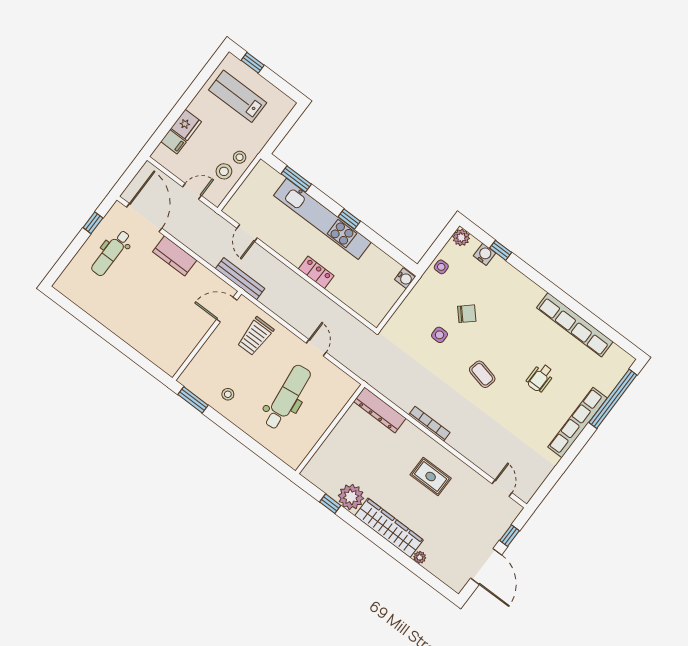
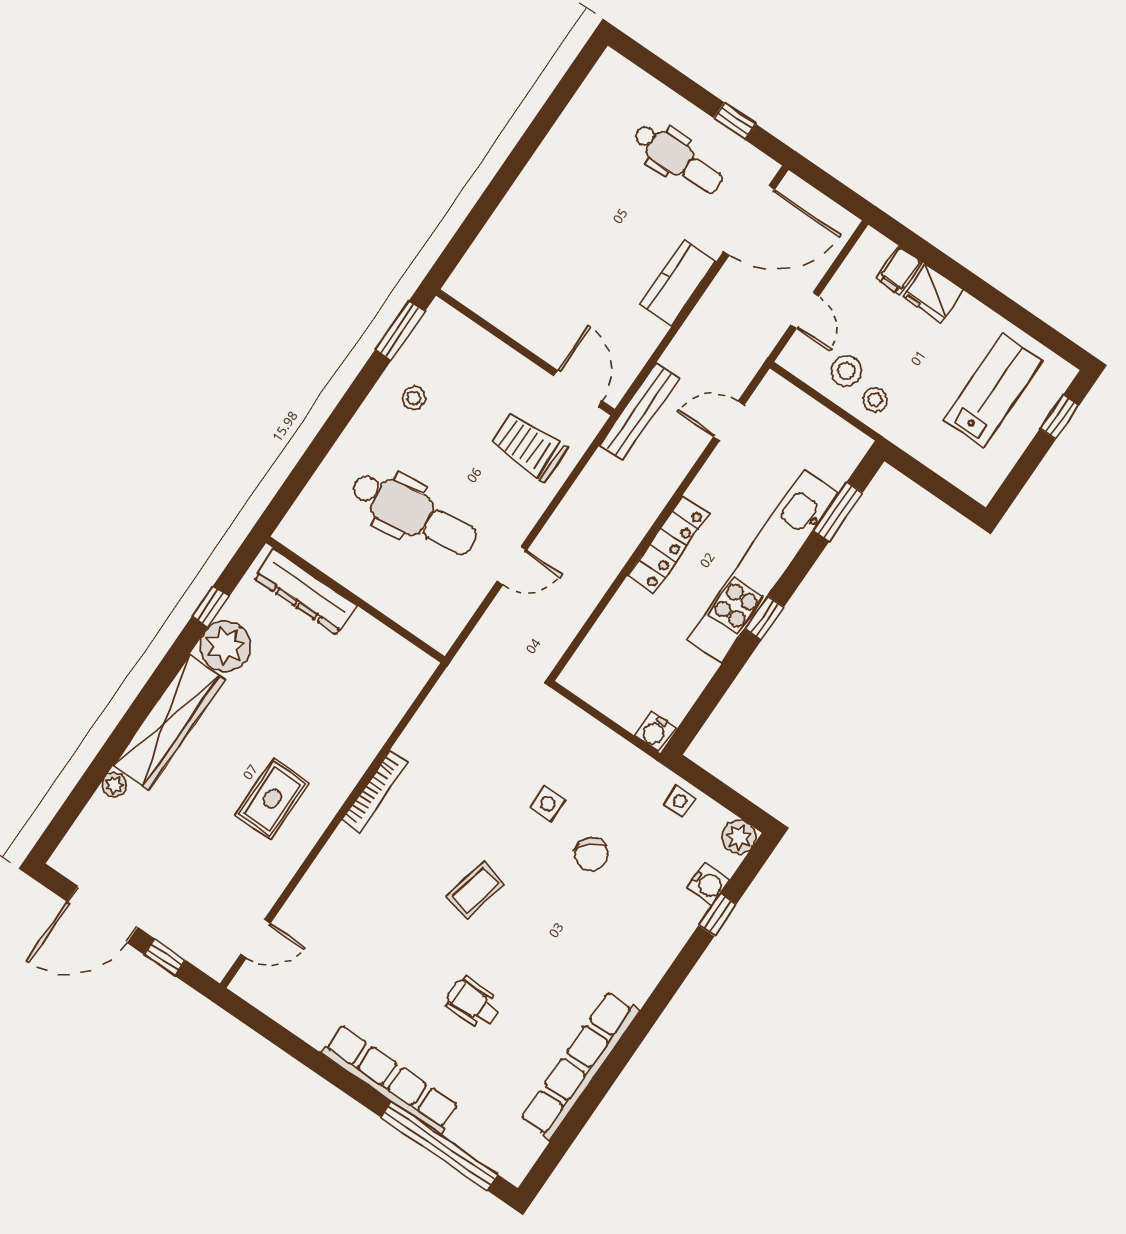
dental chair: (111, 253) -> (678, 159), turned 180
locker: (316, 272) -> (668, 545), width x1.53
dresser: (380, 410) -> (305, 592), moved, turned -90

